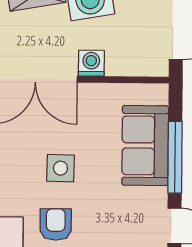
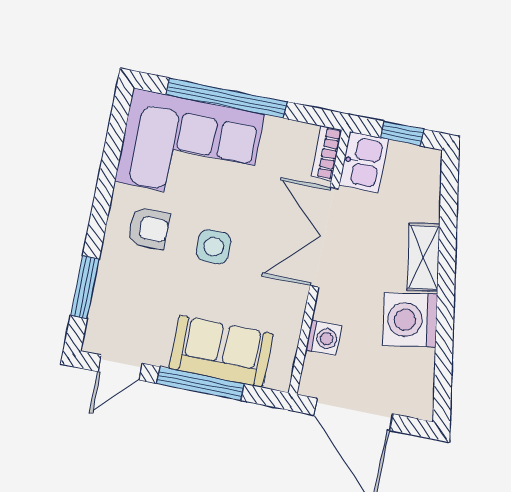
washing machine: (91, 63) -> (324, 338), moved

